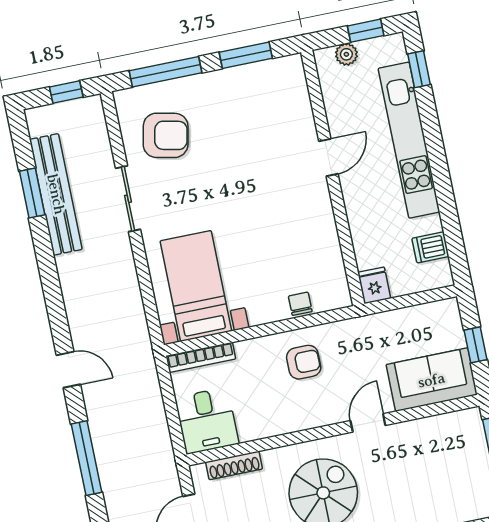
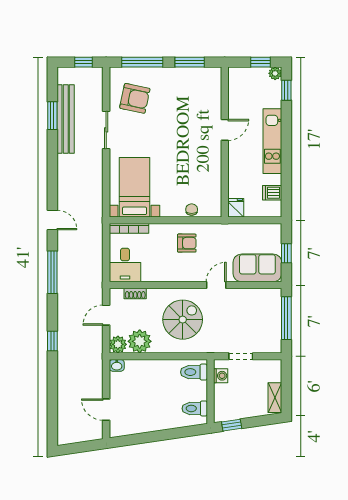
plant: (346, 54) -> (275, 73), moved
kitchen unit: (409, 140) -> (272, 141), width x0.73
shoe rack: (234, 465) -> (135, 294), width x0.70

